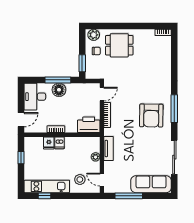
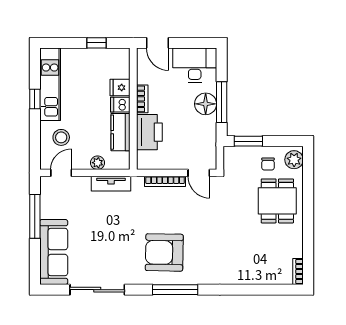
printer: (89, 125) -> (149, 132), moved
kitchen counter: (76, 143) -> (120, 132), added
window: (44, 196) -> (35, 99), moved

